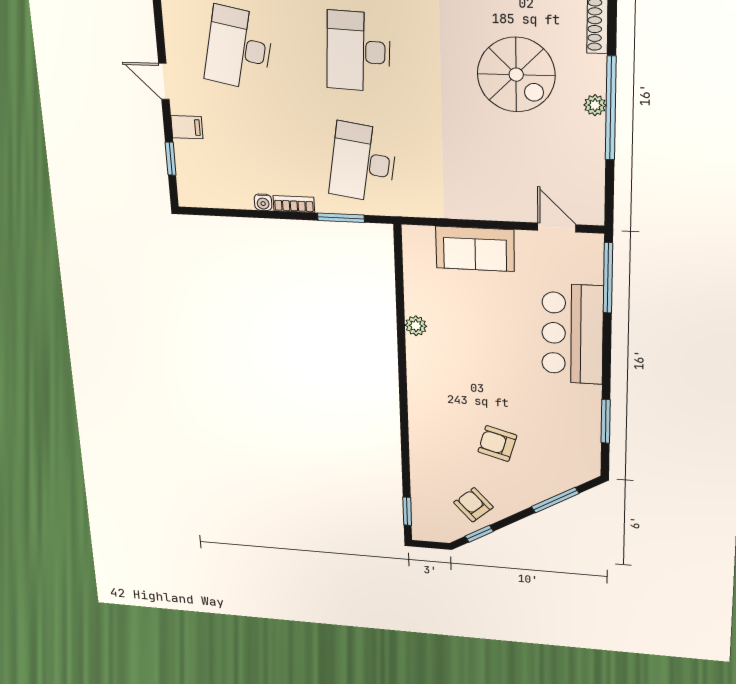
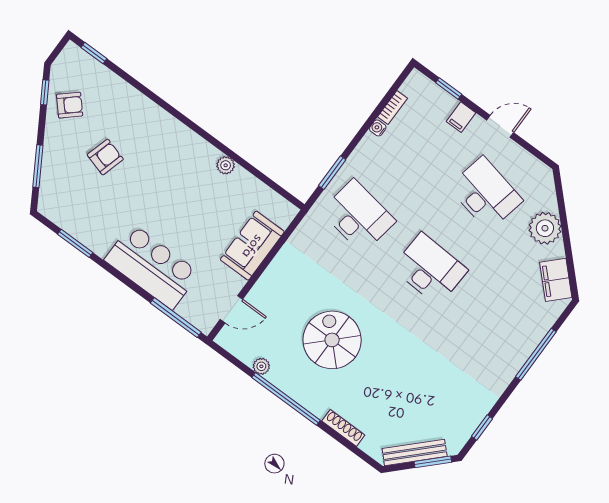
spiral stairs: (516, 75) -> (332, 340), moved, turned 90
plant: (595, 105) -> (261, 366), moved
bookcase: (294, 204) -> (392, 108), moved

